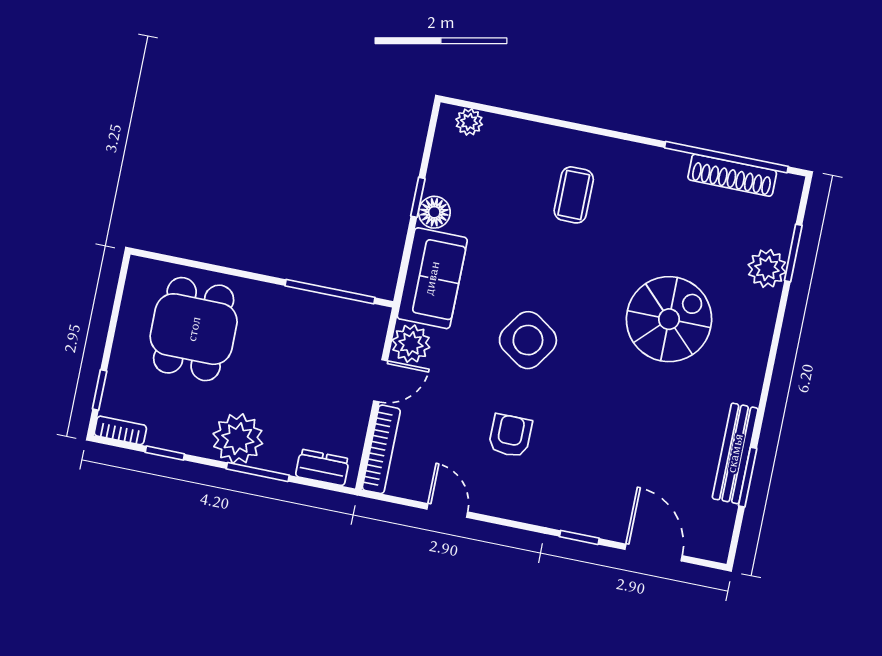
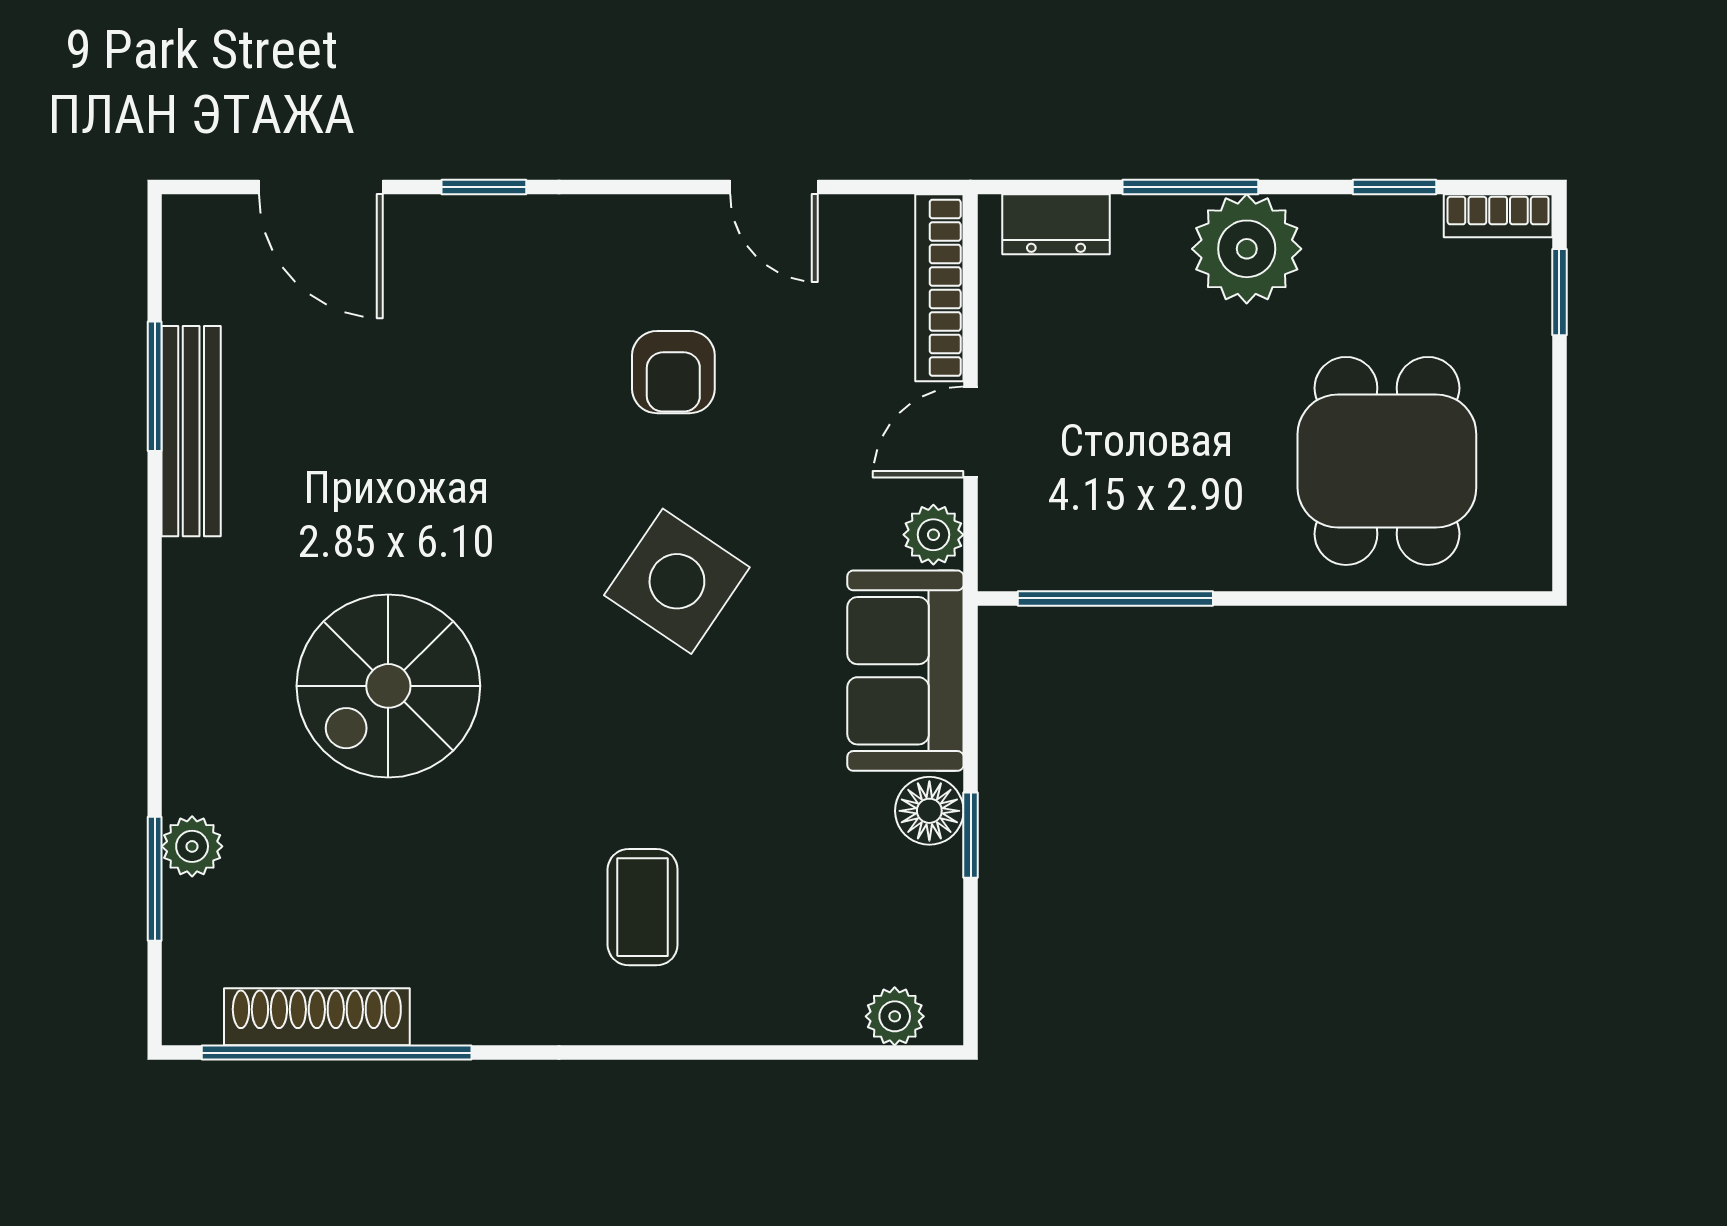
plant: (767, 268) -> (192, 846), width x0.73, depth x0.73
plant: (411, 344) -> (933, 535), width x0.73, depth x0.73

